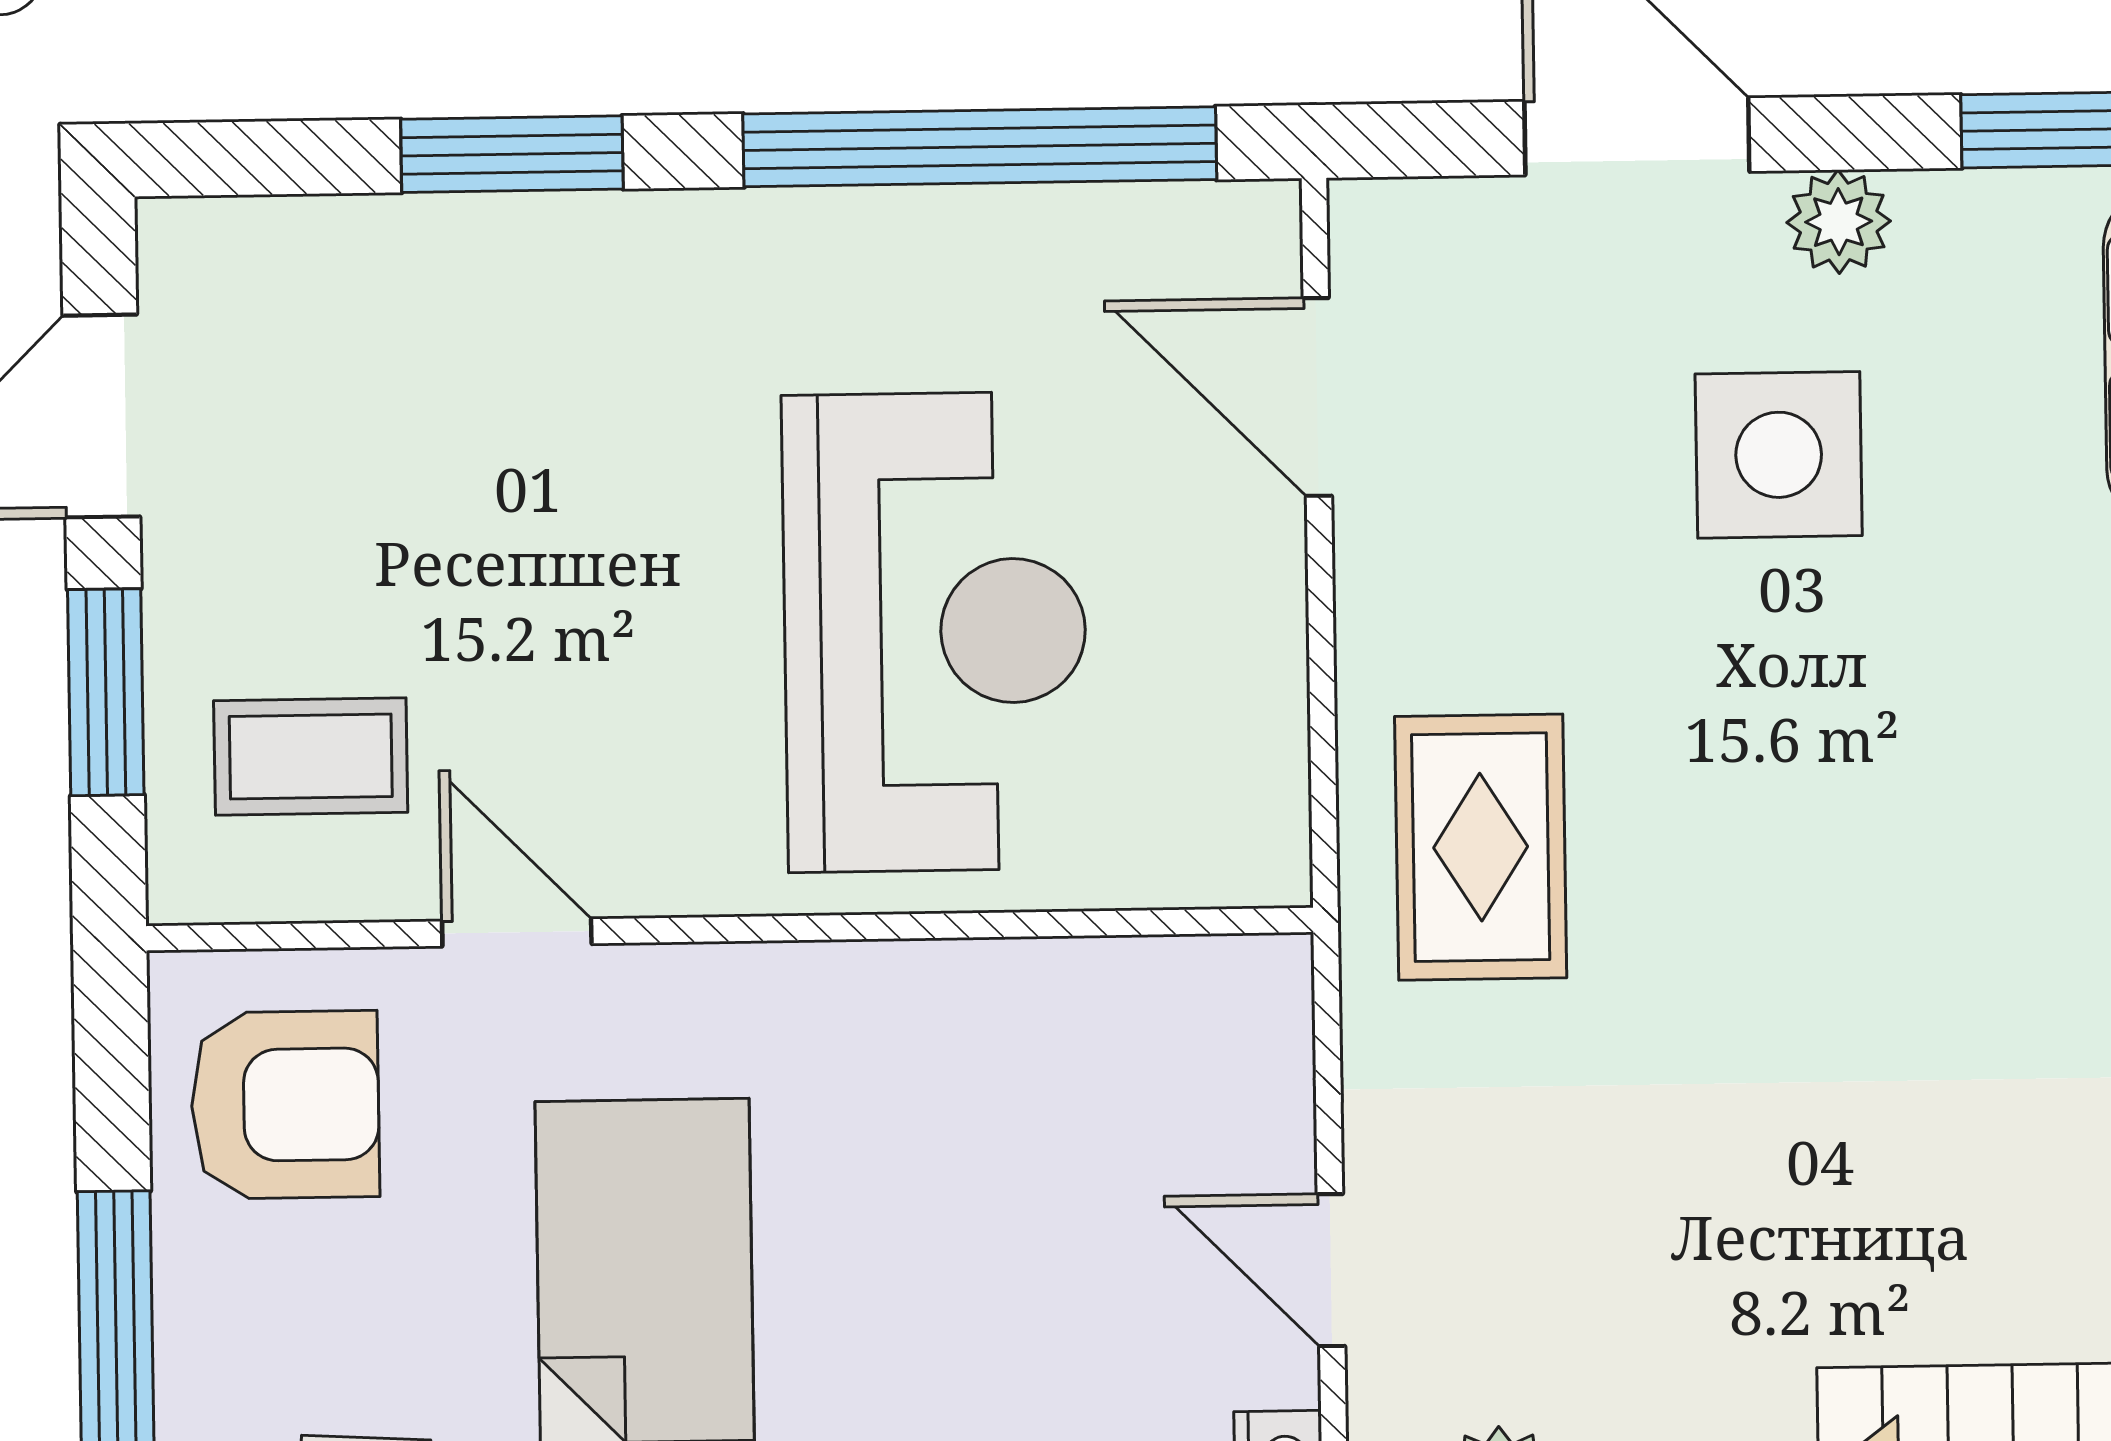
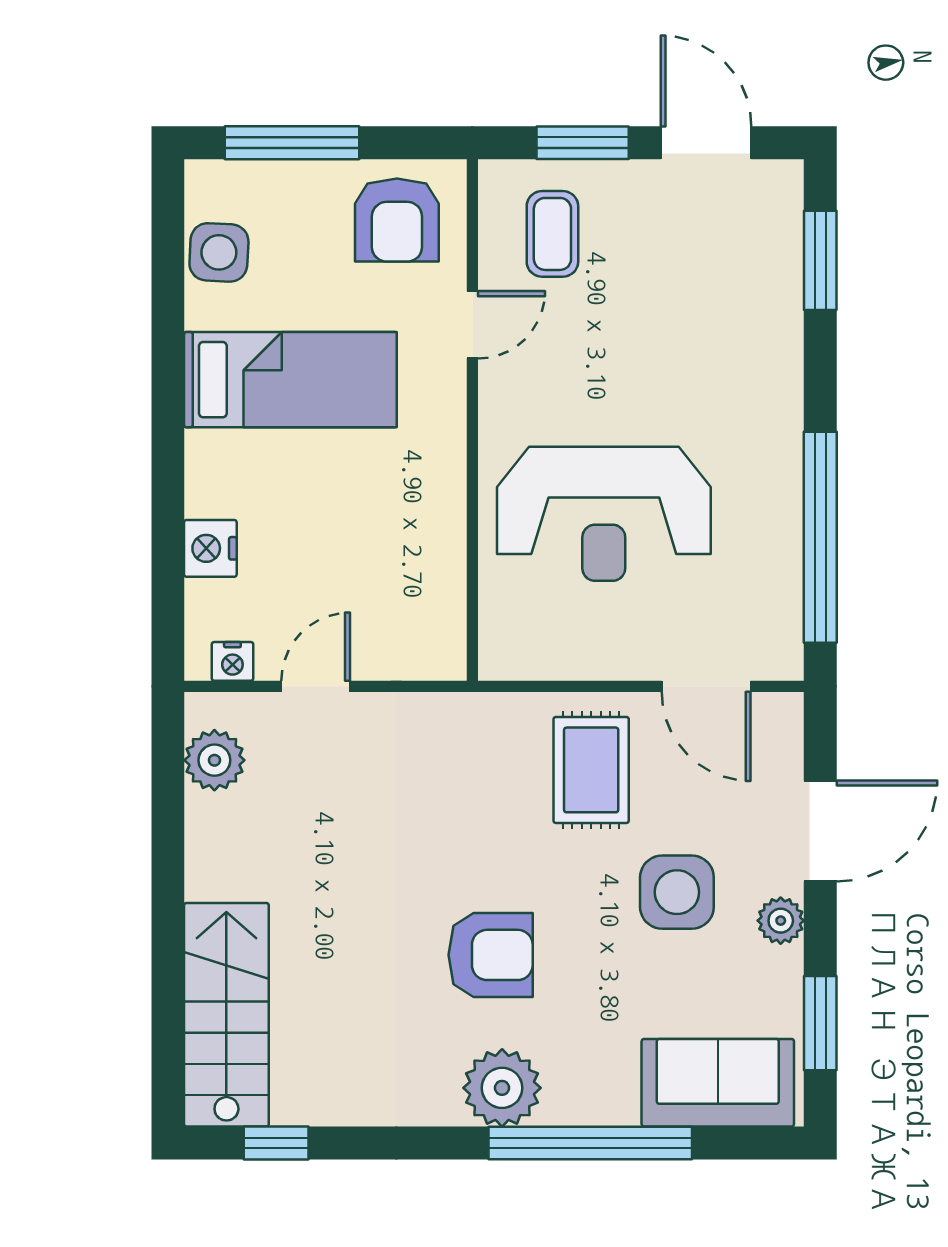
window: (512, 154) -> (820, 260), moved
door: (1317, 397) -> (706, 686), swing flipped
rug: (1481, 847) -> (591, 770), moved, turned 90
armchair: (1926, 870) -> (491, 955), added

